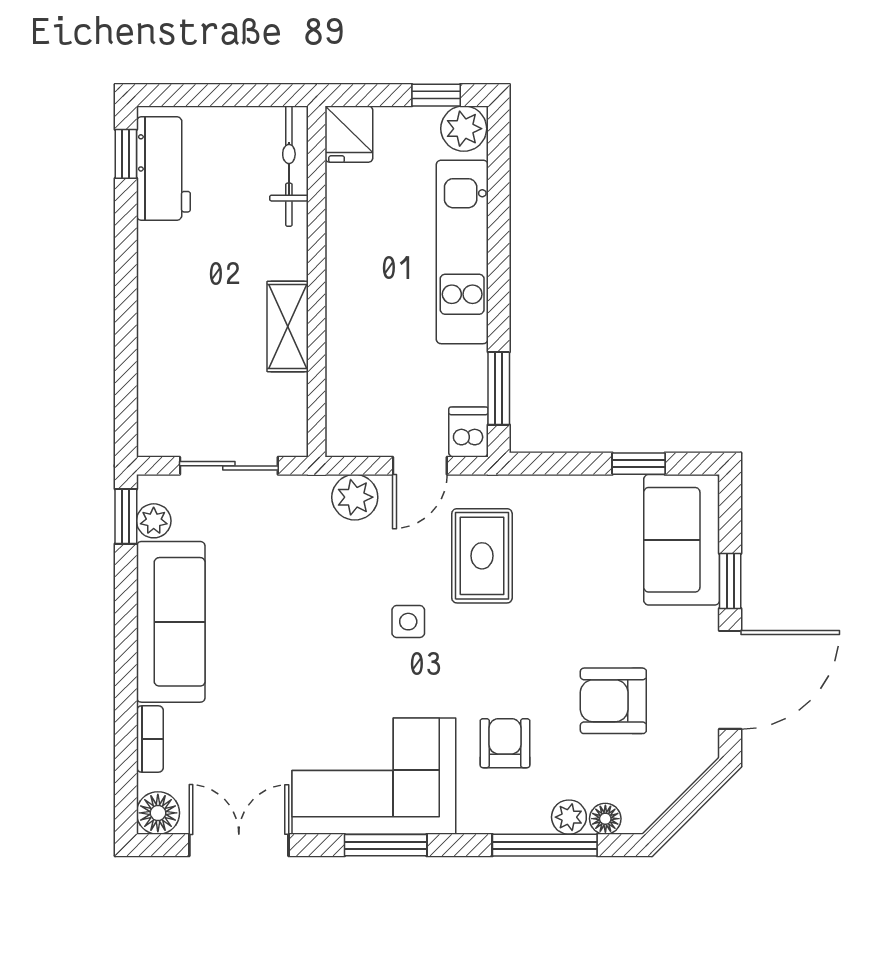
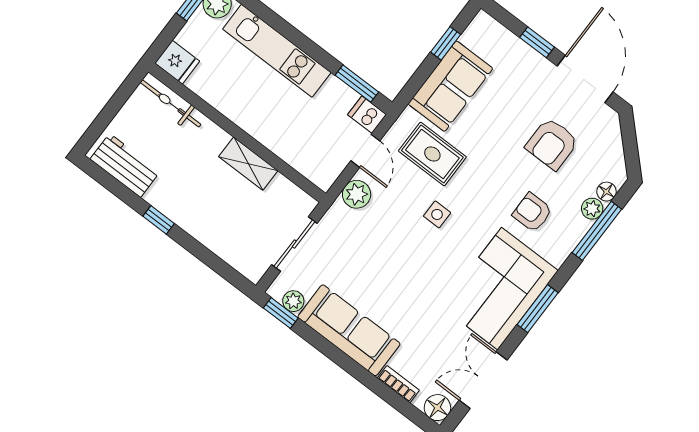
window: (126, 154) -> (159, 220), moved
sofa: (682, 540) -> (450, 86), moved, turned -90

